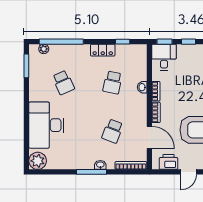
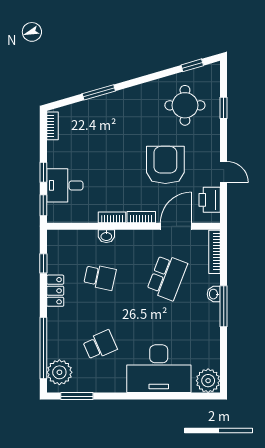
plant: (44, 49) -> (59, 372), width x1.87, depth x1.87
desk: (164, 57) -> (65, 185), moved
school desk: (113, 131) -> (167, 277), width x1.85

